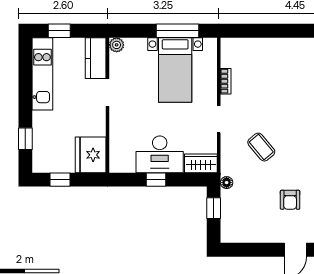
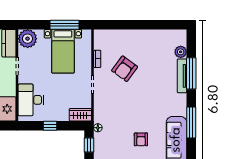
plant: (117, 45) -> (28, 39), width x1.87, depth x1.87
armchair: (266, 96) -> (125, 69), added
coffee table: (261, 147) -> (121, 104), removed
desk: (160, 154) -> (31, 100), moved, turned 90

